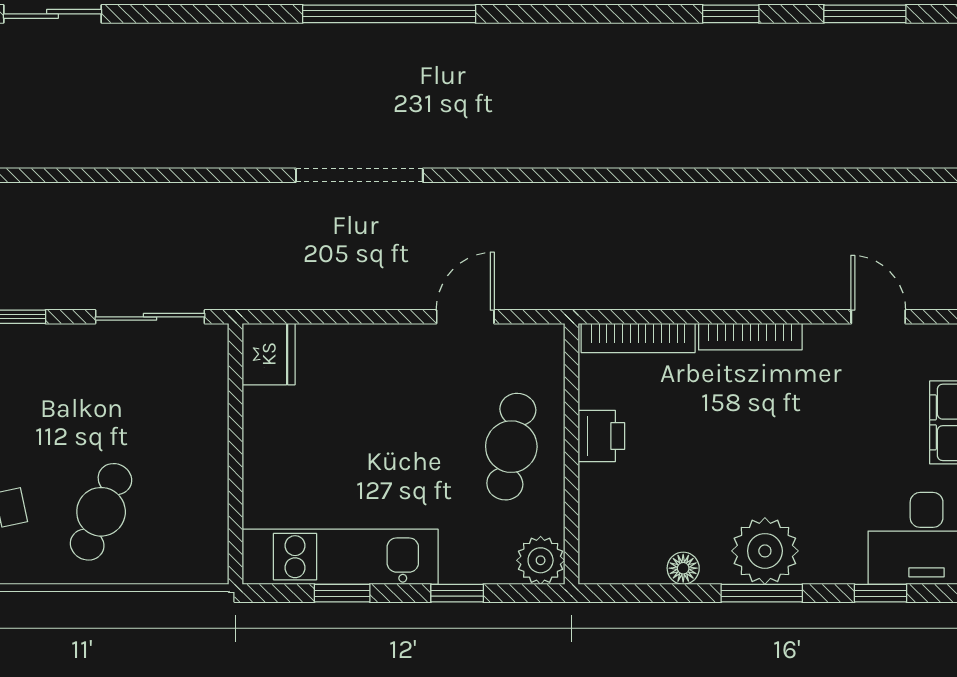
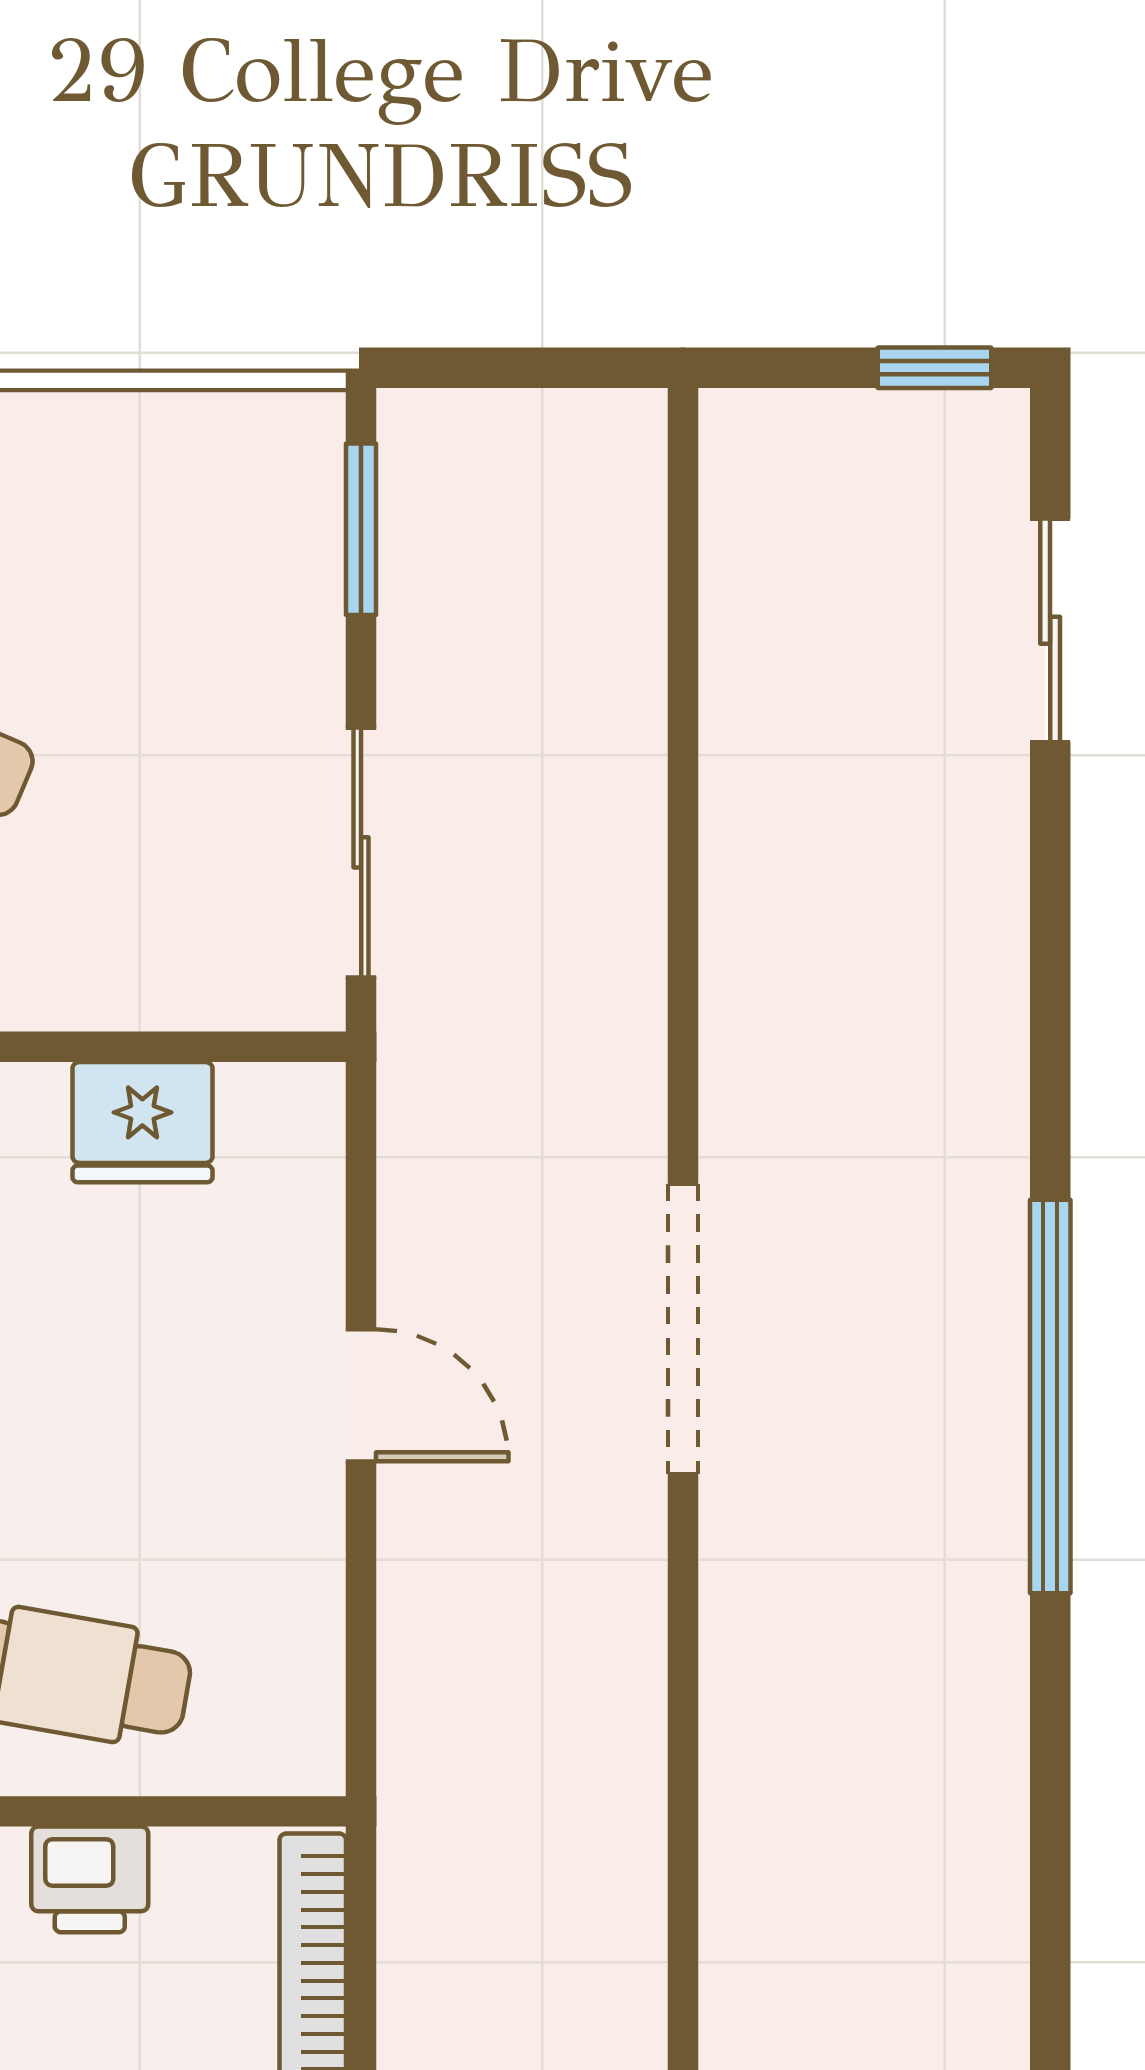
door: (465, 317) -> (361, 1395), moved
fridge: (269, 354) -> (142, 1122), moved

